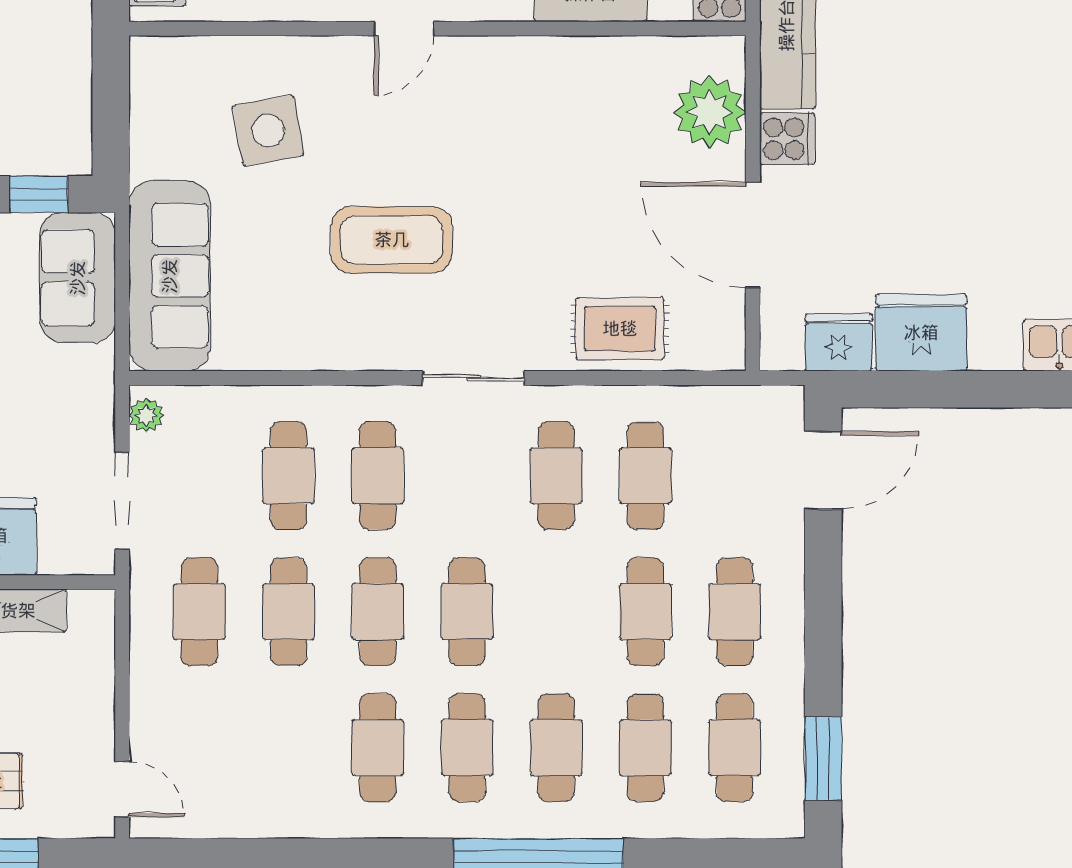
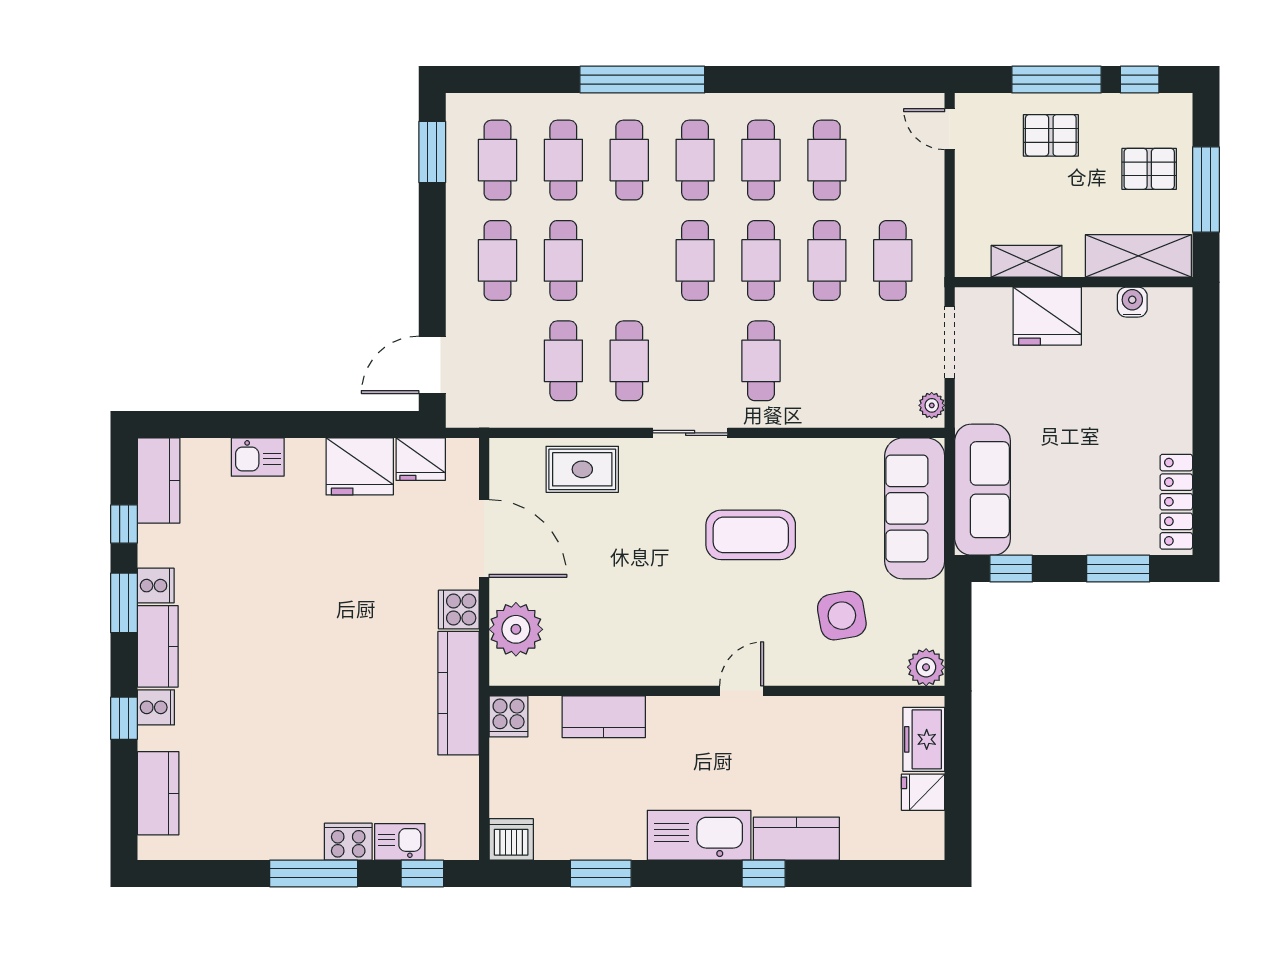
plant: (154, 61) -> (926, 667), added
sofa: (78, 278) -> (983, 490), width x1.36
cafe table: (289, 476) -> (827, 160), moved

